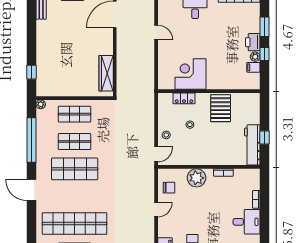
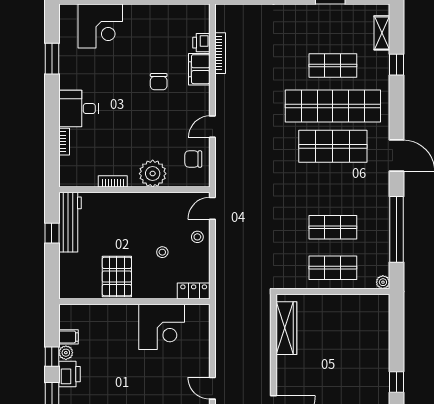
window: (32, 72) -> (397, 382), moved
locker: (184, 98) -> (194, 291), moved
shop shelf: (75, 169) -> (333, 146), moved

